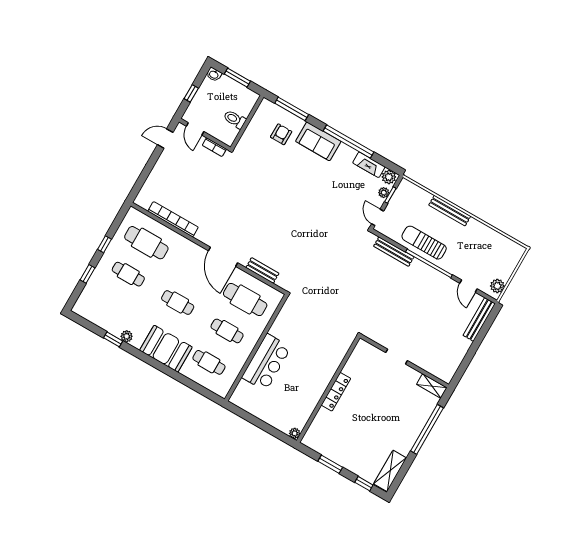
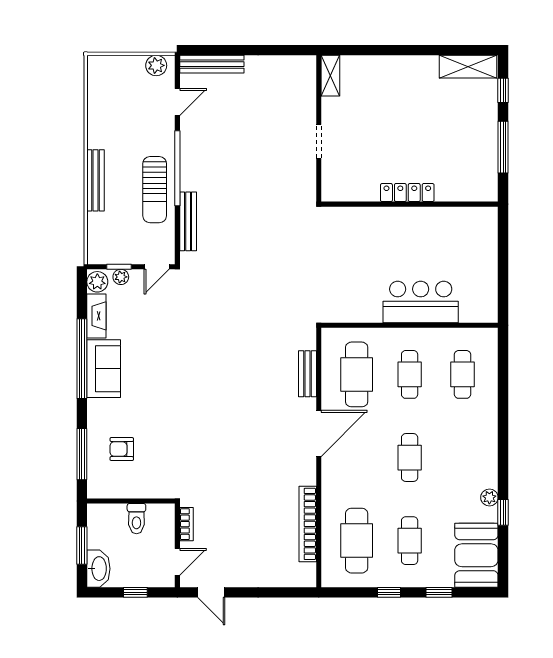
washbasin: (214, 74) -> (98, 569), width x1.91, depth x1.45
sofa: (318, 141) -> (104, 369), moved
booth: (166, 349) -> (476, 555), moved
window: (427, 429) -> (389, 50), removed
plant: (295, 433) -> (490, 215), removed
window: (330, 464) -> (503, 147), width x1.44

